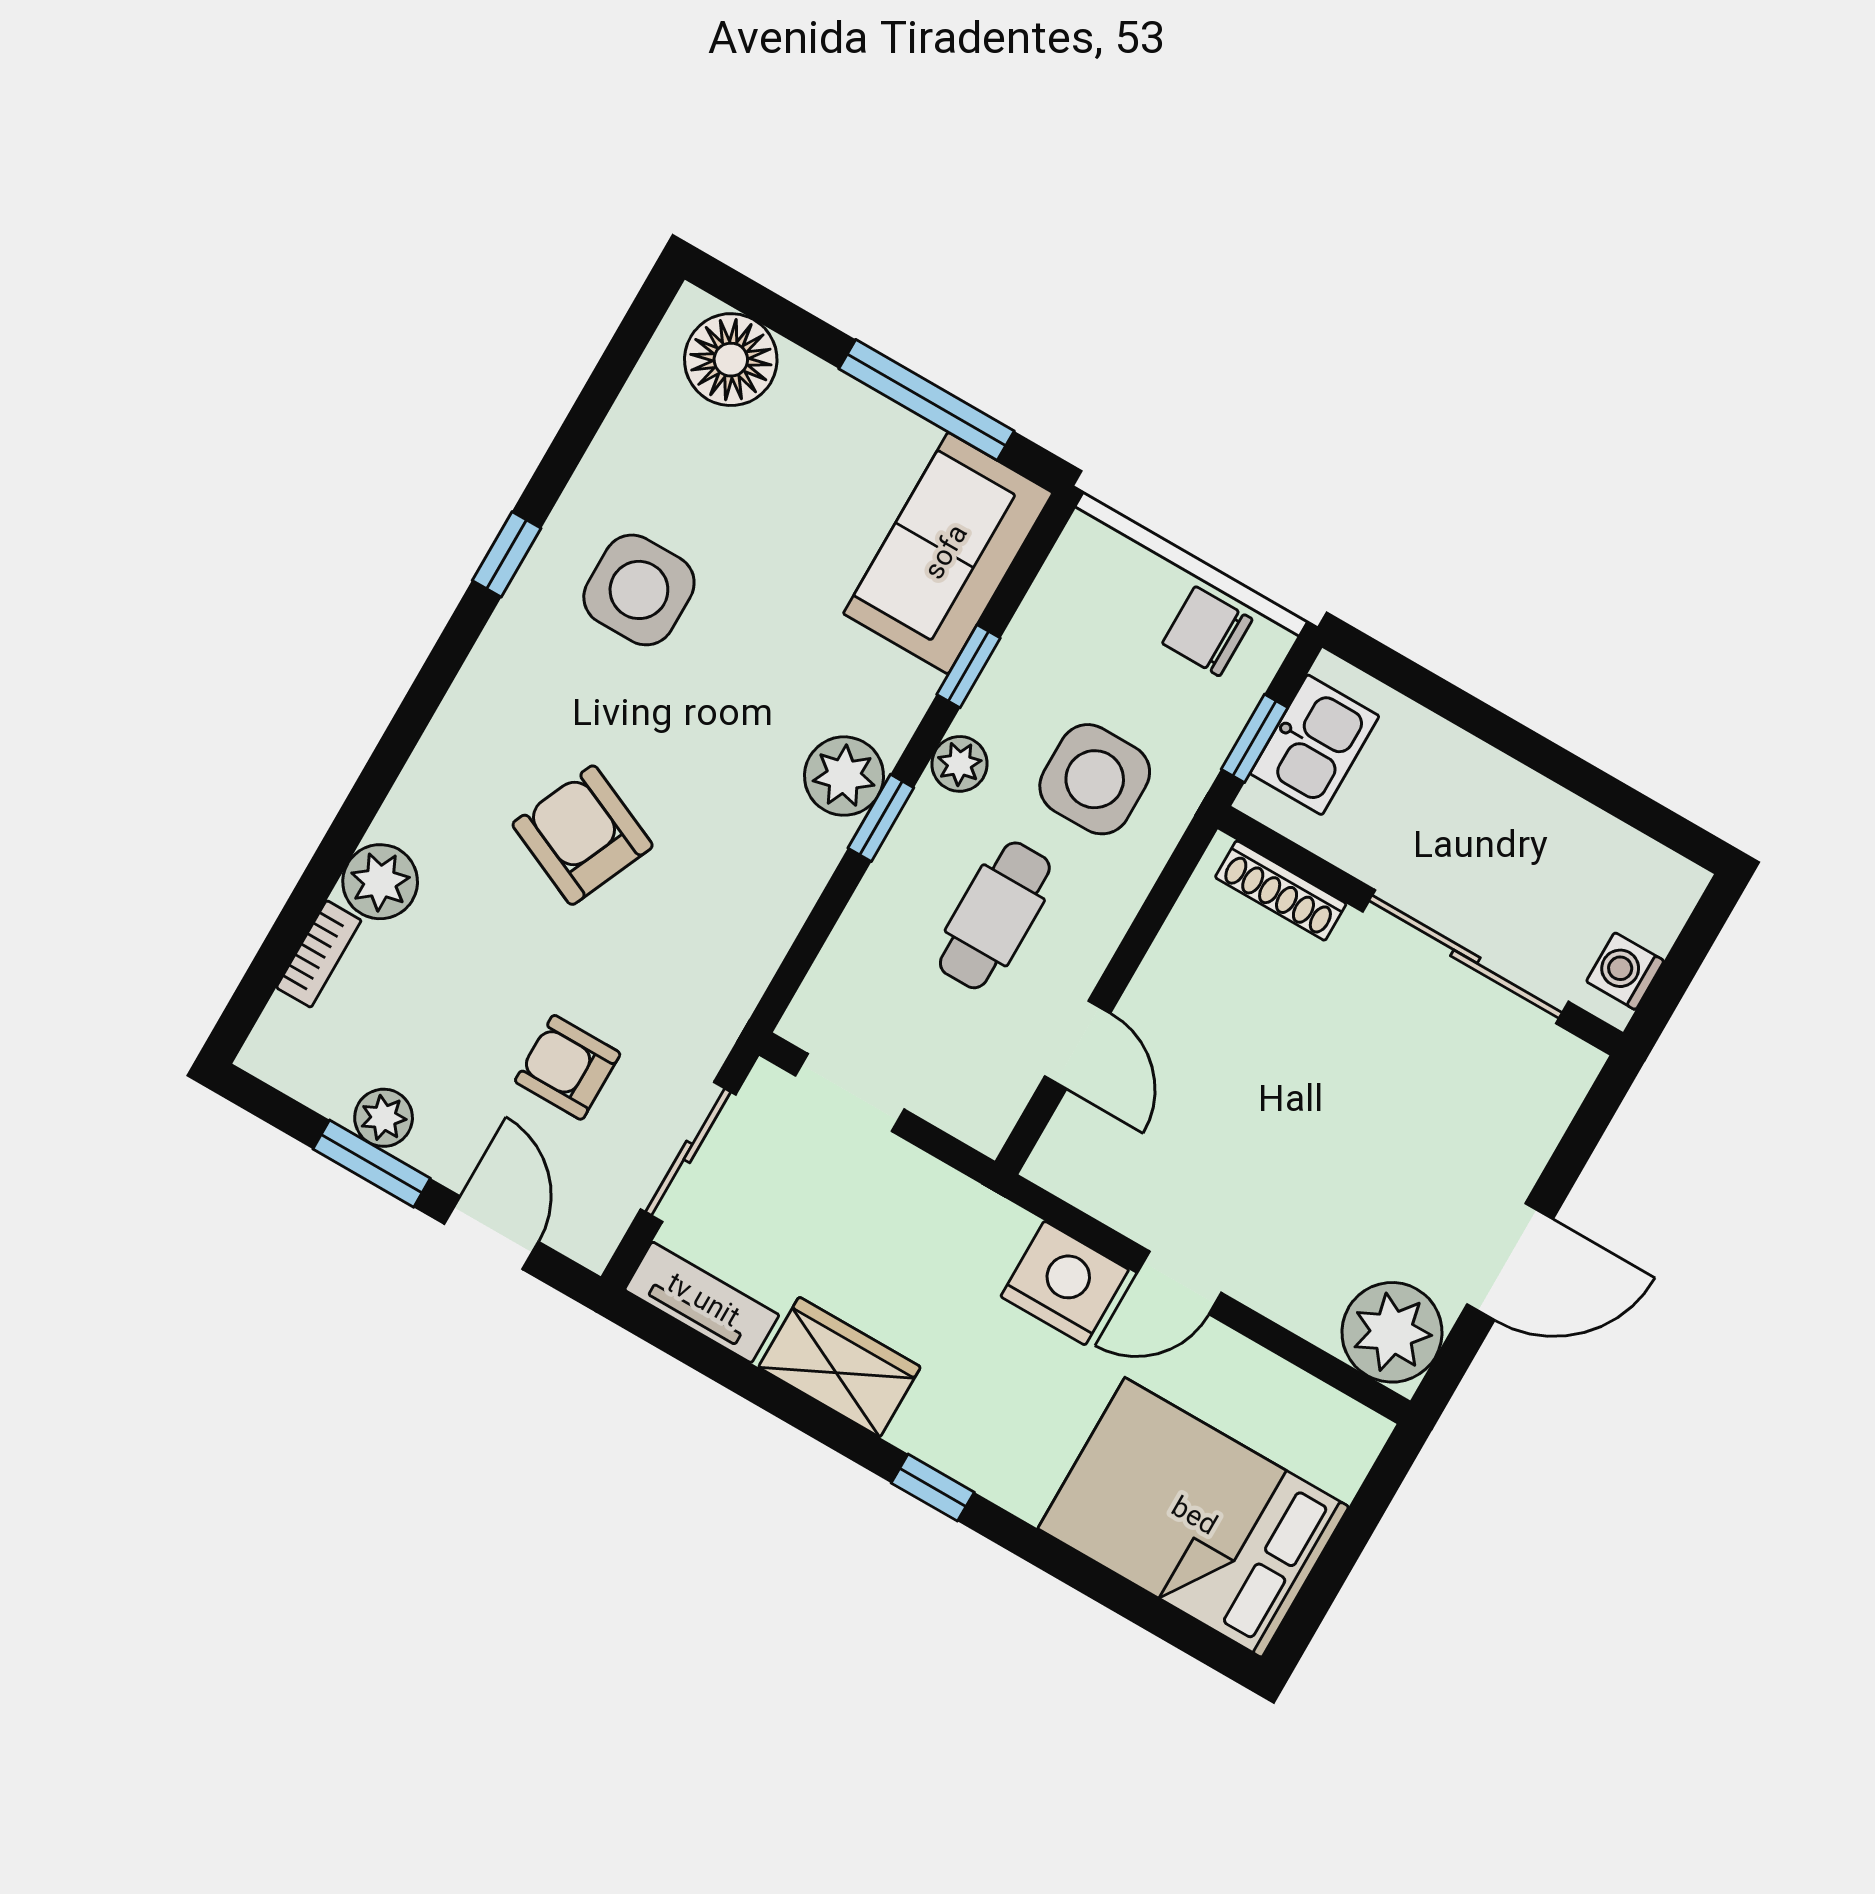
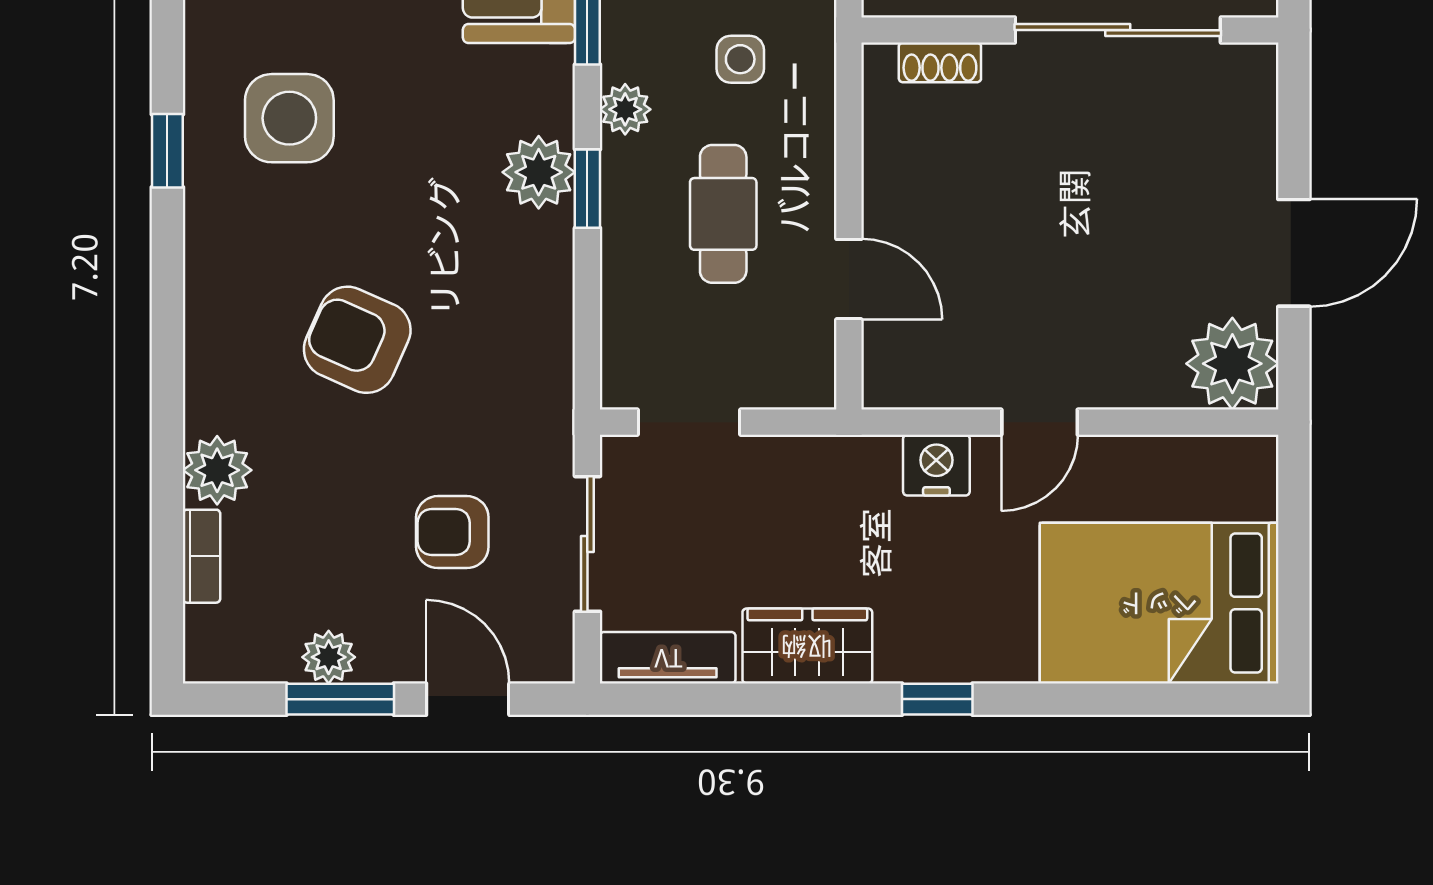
side table: (1095, 779) -> (740, 59), width x0.54, depth x0.54
shoe rack: (1281, 891) -> (940, 62), width x0.70
nightstand: (1065, 1283) -> (936, 465), width x0.74, depth x0.75

